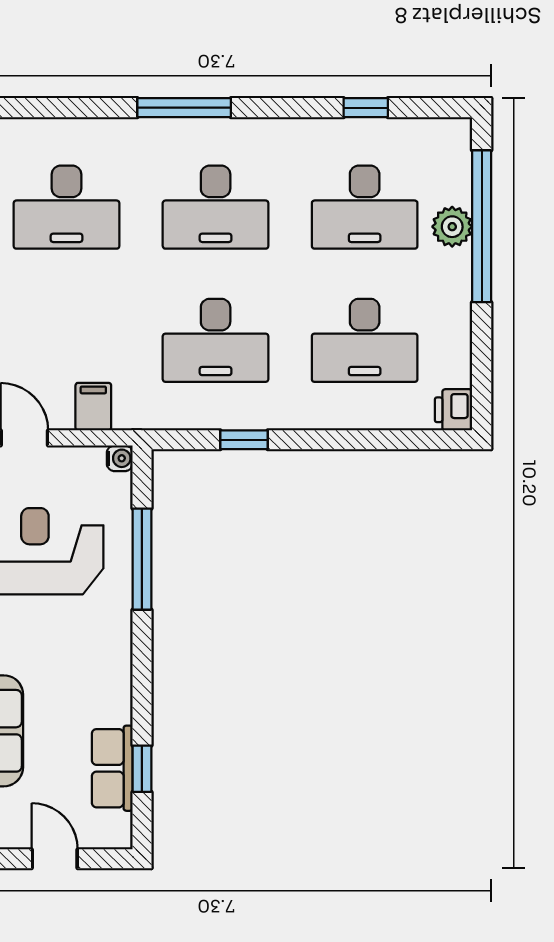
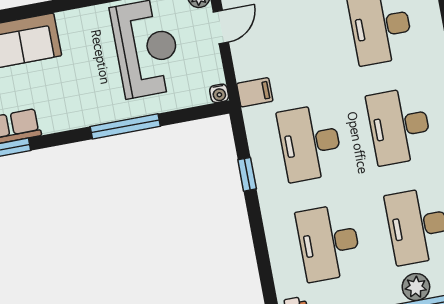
filing cabinet: (93, 407) -> (255, 92), moved
window: (142, 559) -> (125, 126), moved

